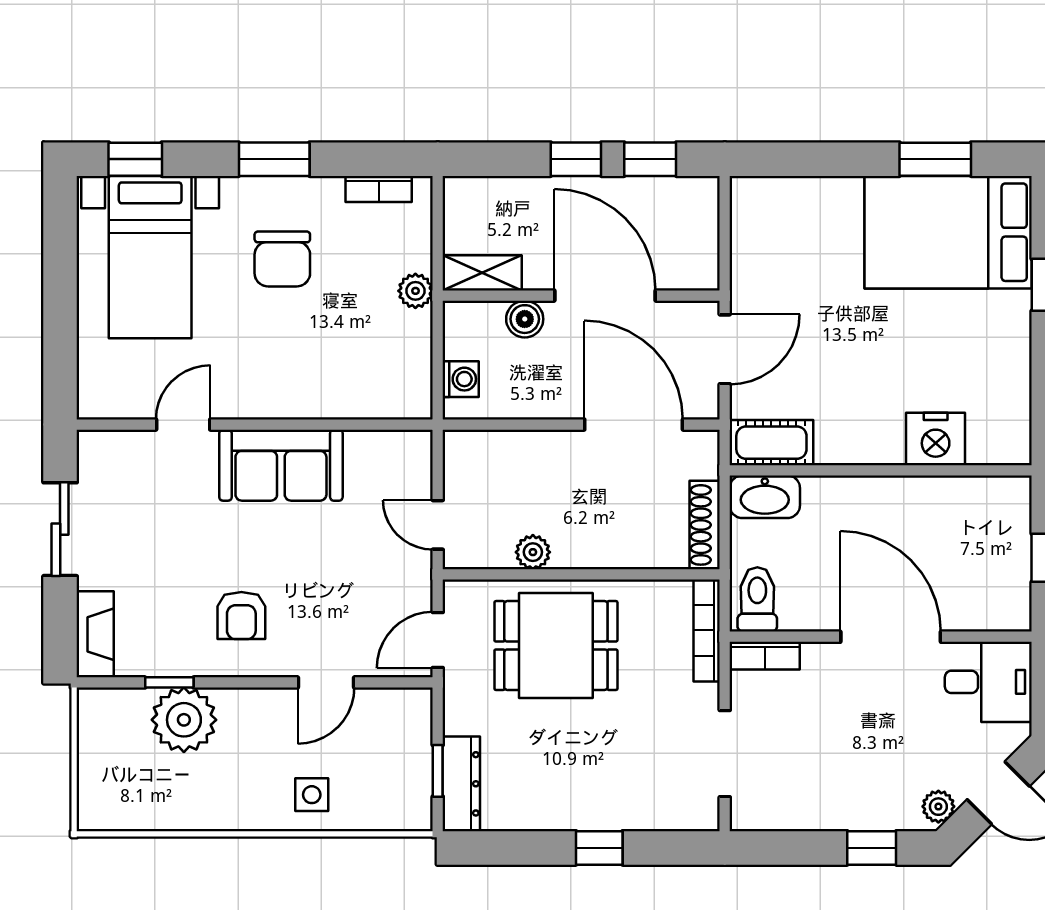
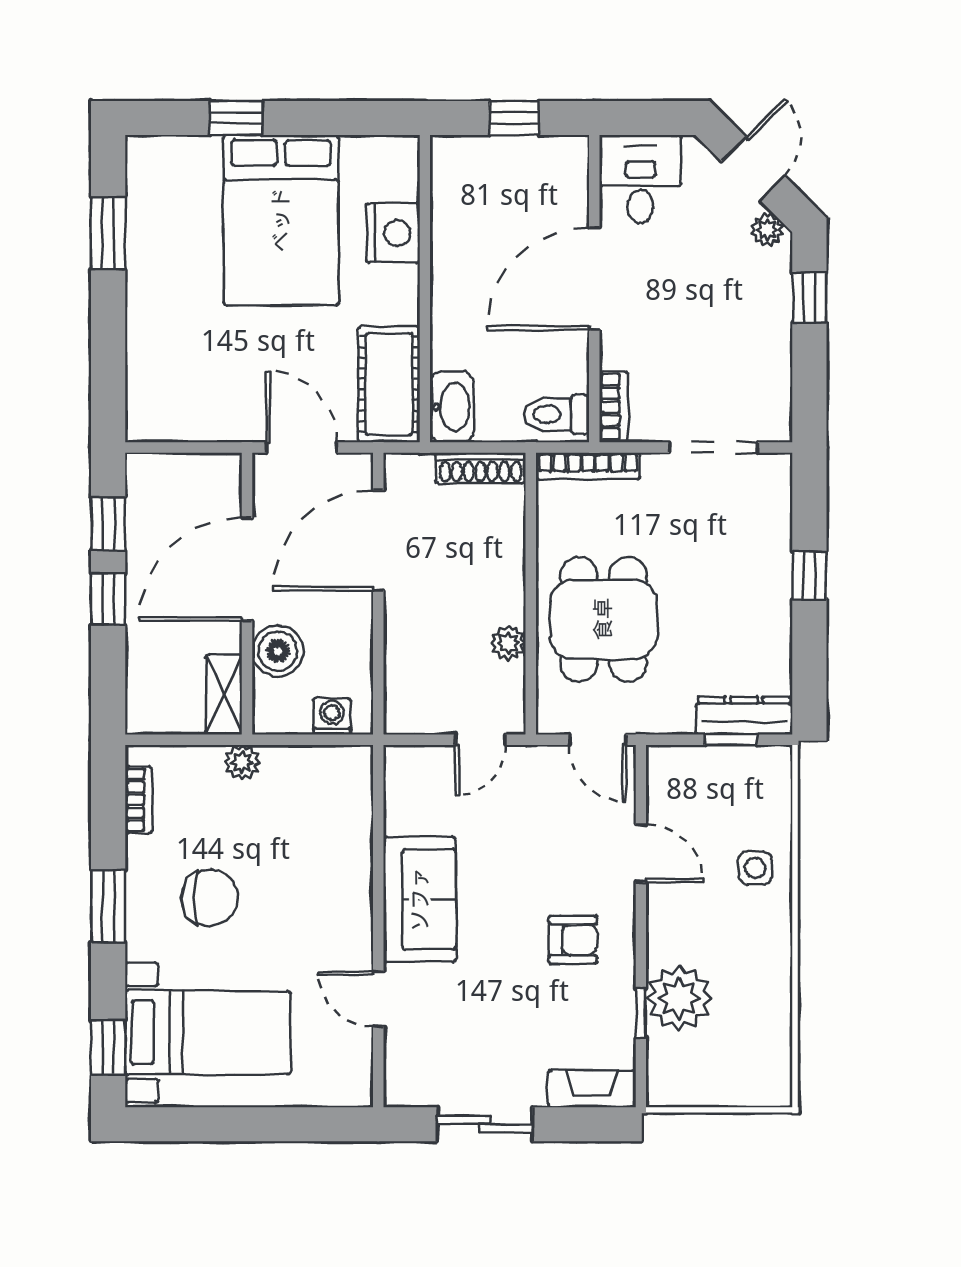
bed: (948, 232) -> (281, 220), moved
boiler: (525, 319) -> (278, 651), width x1.36, depth x1.36
cot: (771, 443) -> (389, 384), width x1.37, depth x1.34

